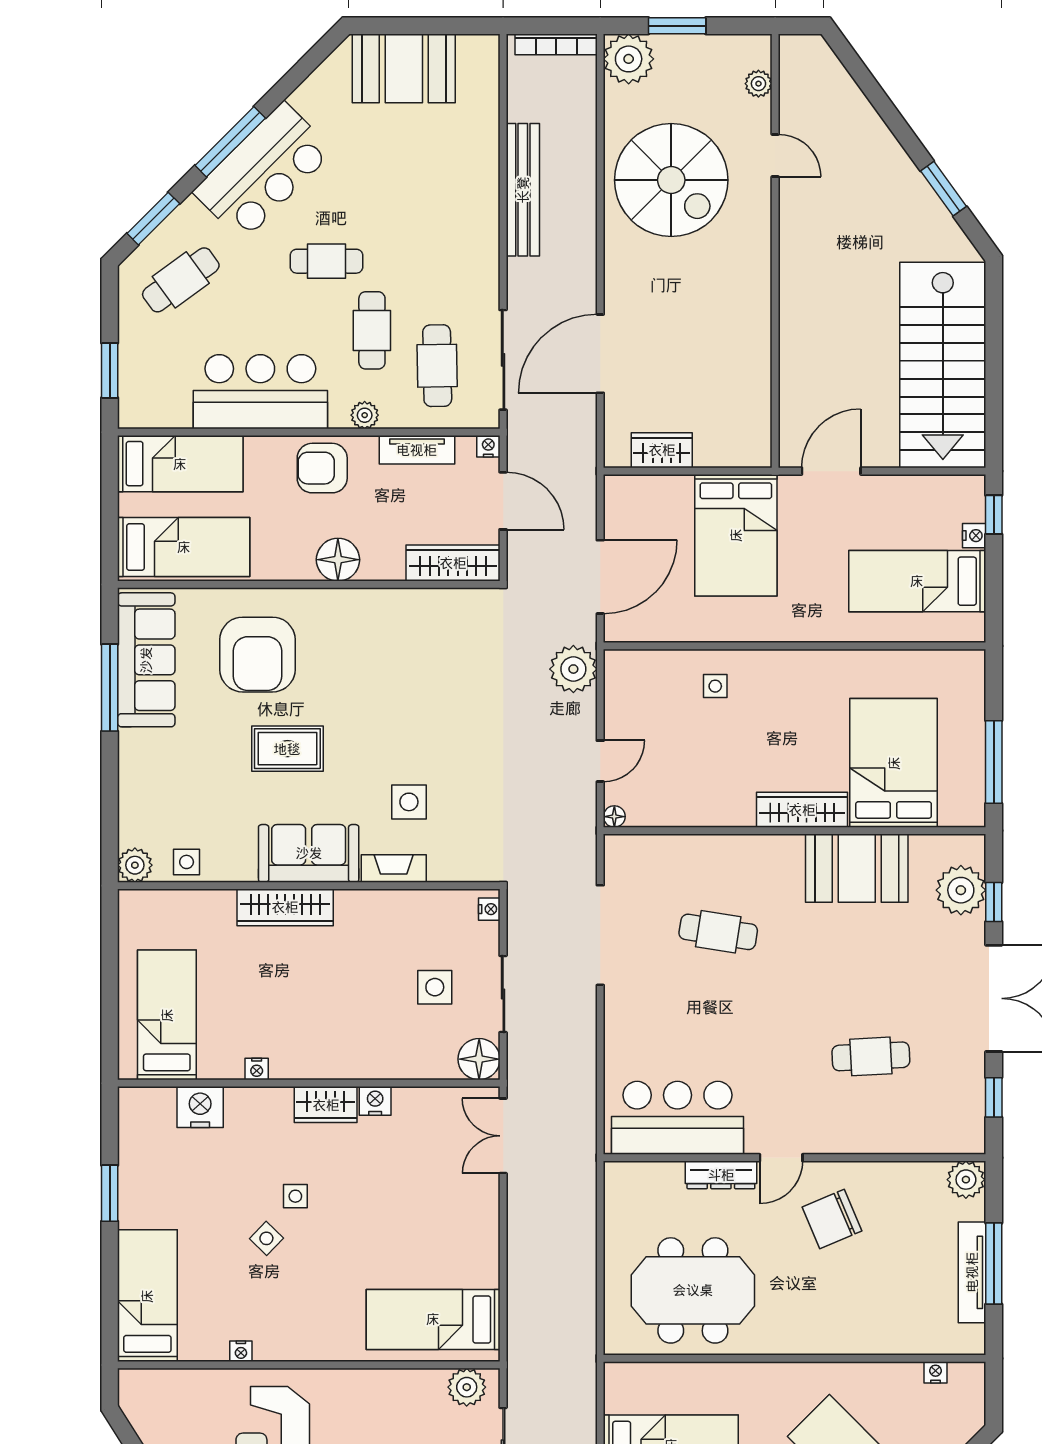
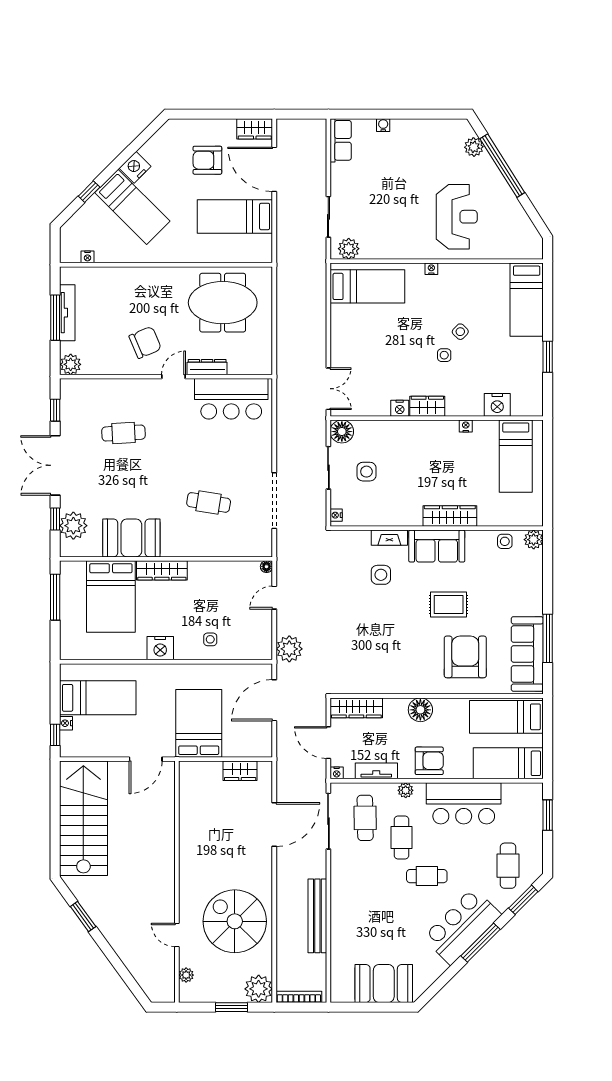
cafe table: (181, 280) -> (508, 866), turned -54
nightstand: (805, 670) -> (160, 648), added
nightstand: (241, 1351) -> (431, 269), moved

